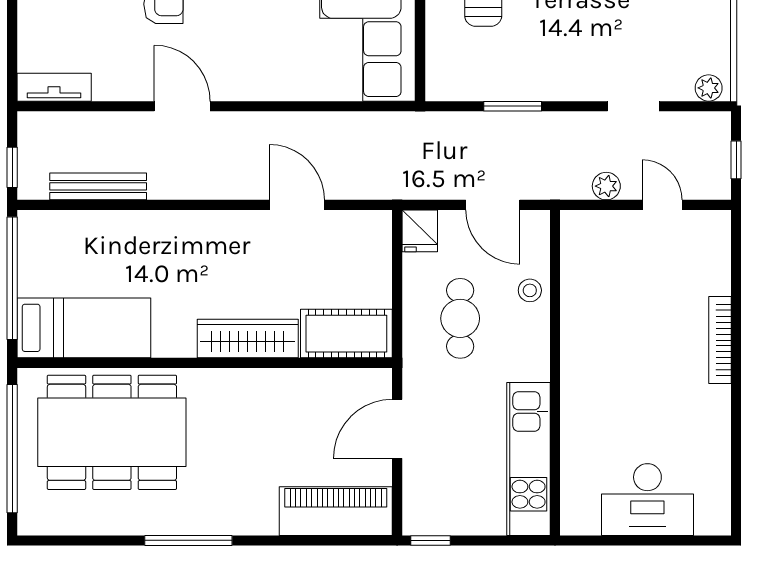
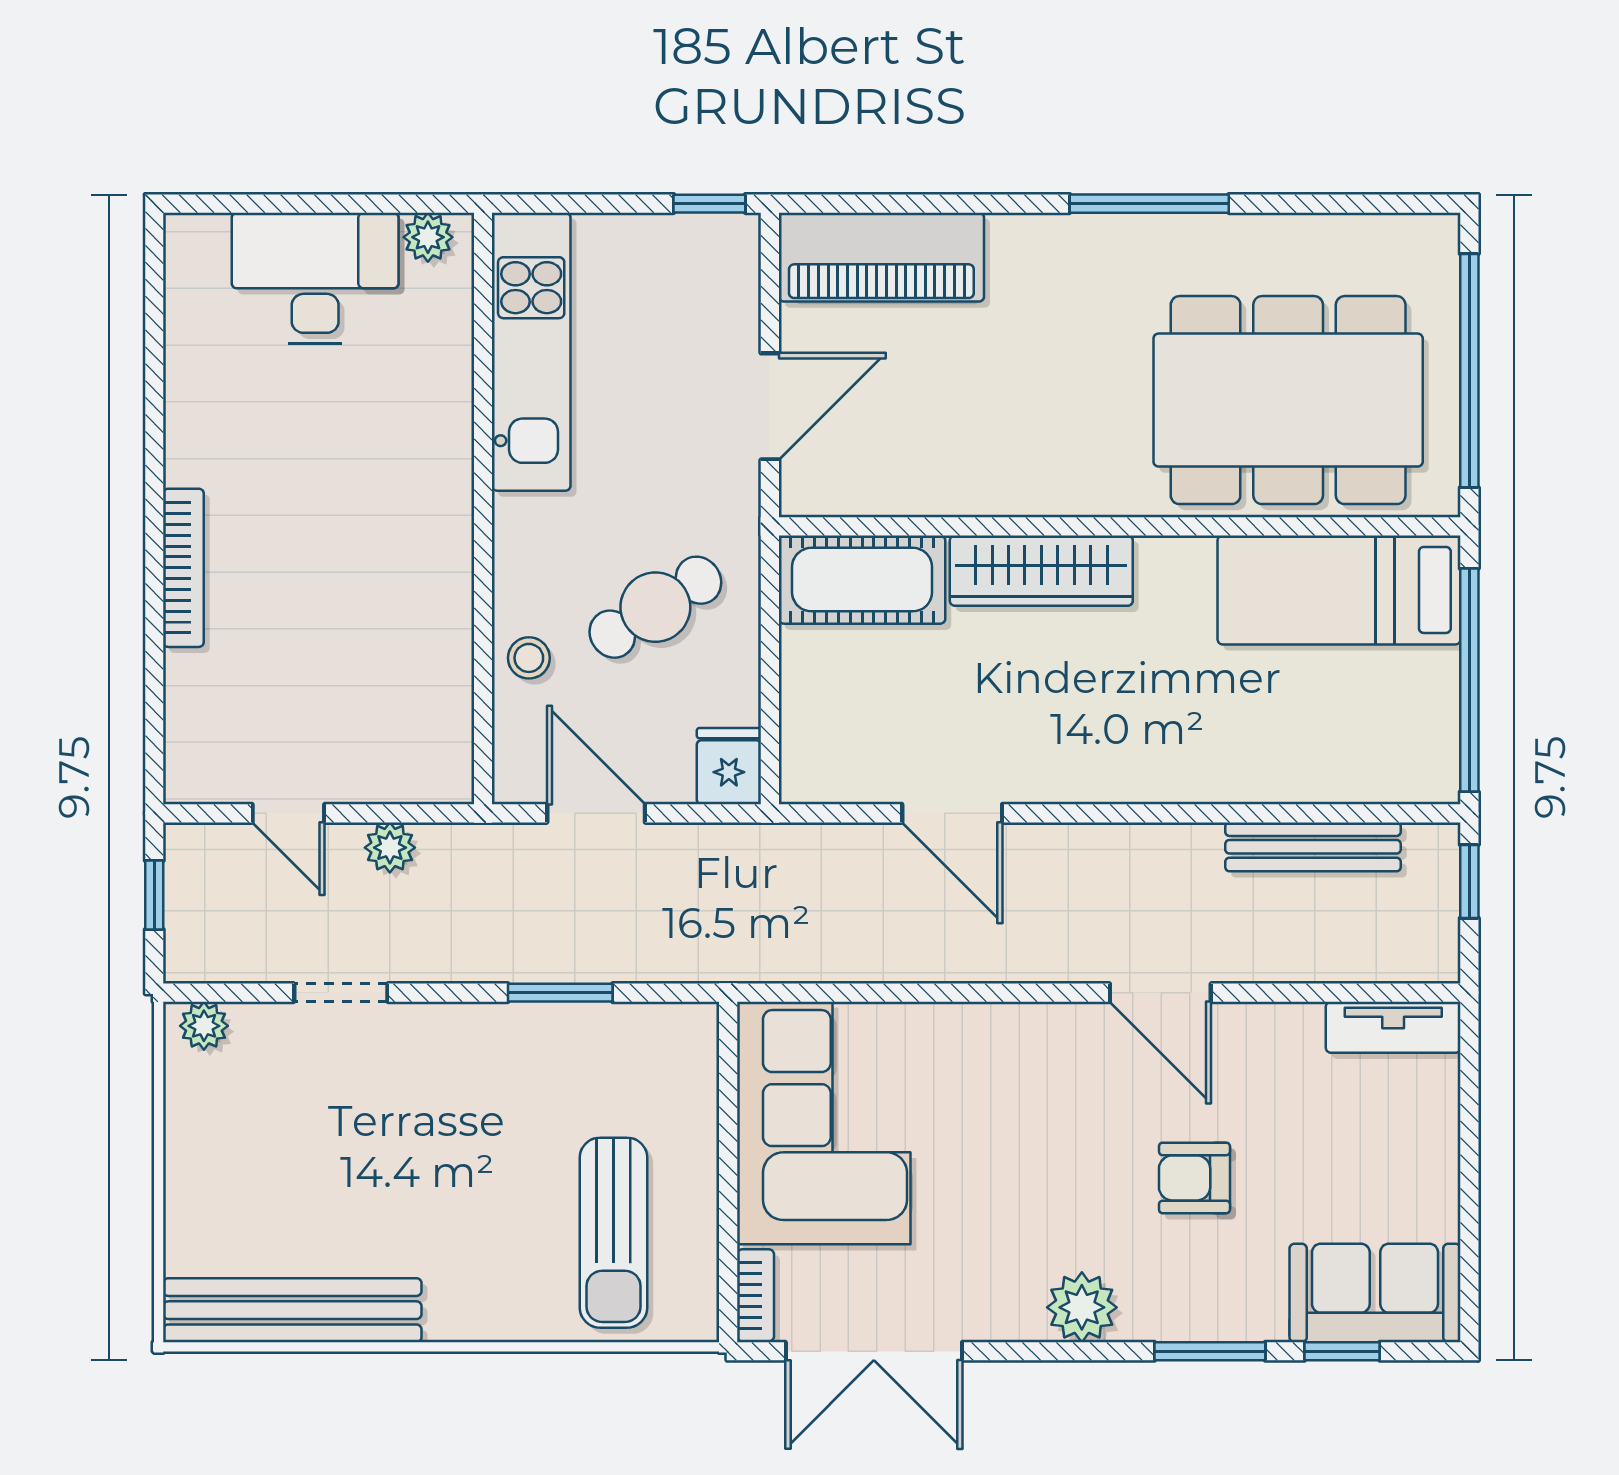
cafe table: (460, 318) -> (655, 607), turned 58
plant: (585, 522) -> (428, 237), added

